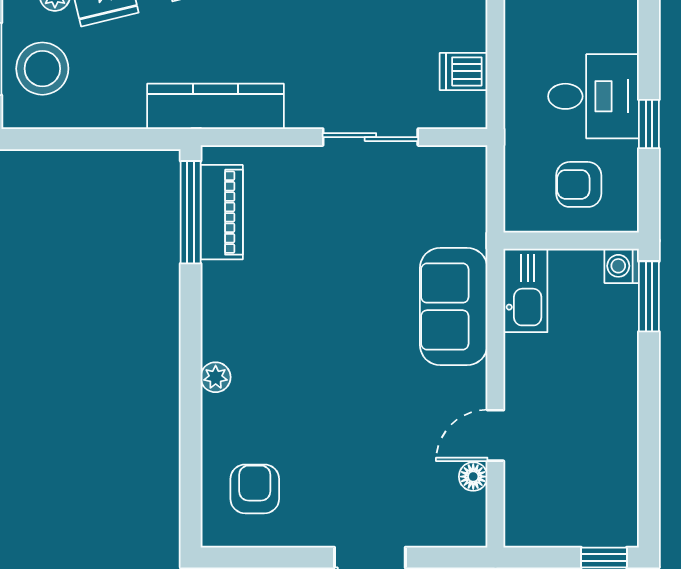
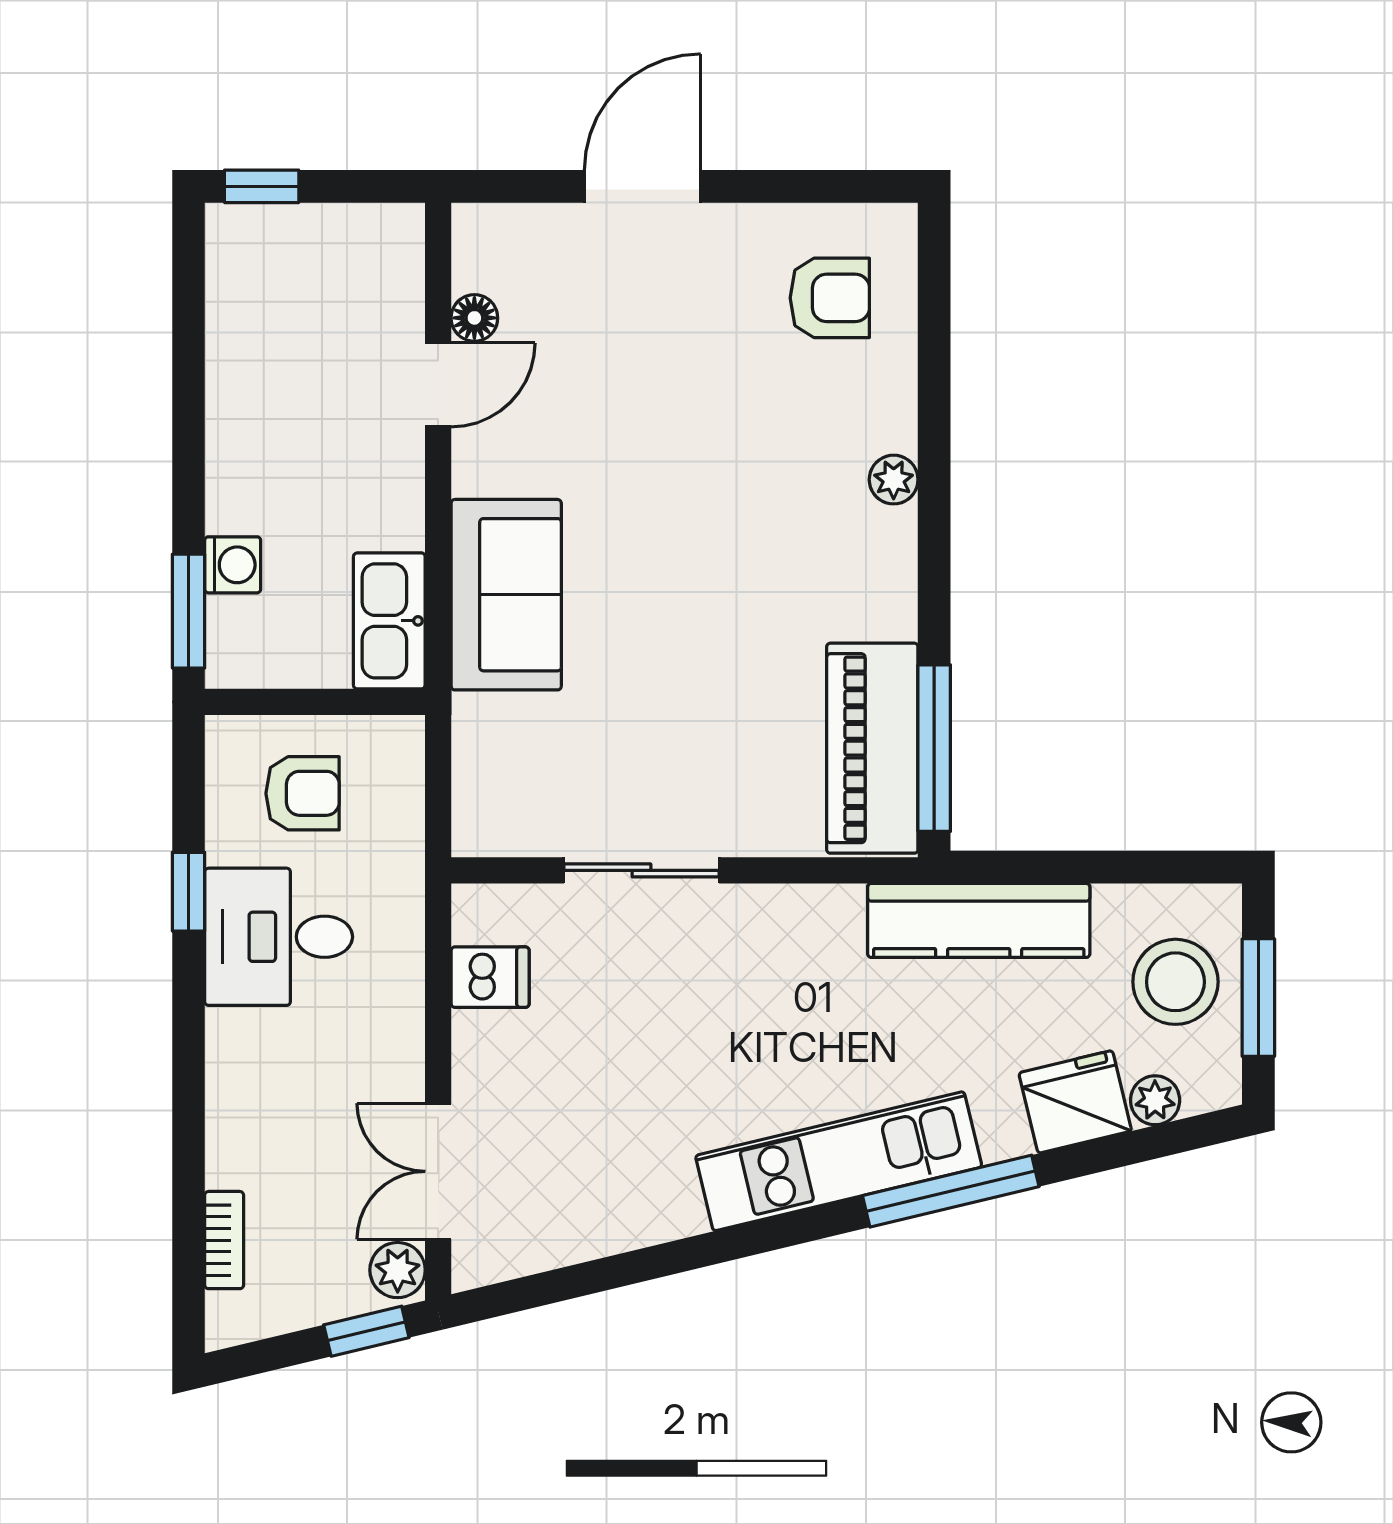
kitchen counter: (215, 106) -> (979, 920), moved
piano: (222, 212) -> (872, 748), width x1.37, depth x1.33
washing machine: (622, 266) -> (233, 565), moved
armchair: (255, 489) -> (830, 298), turned -90

